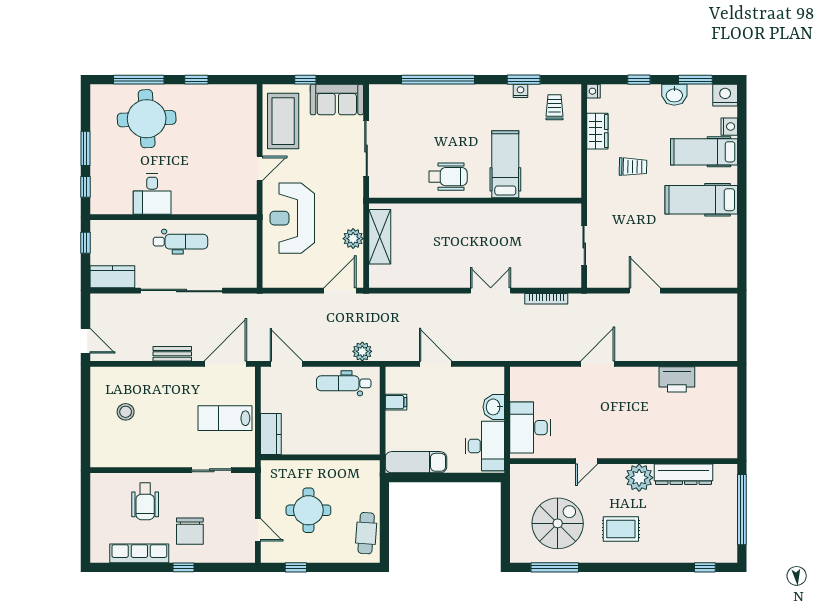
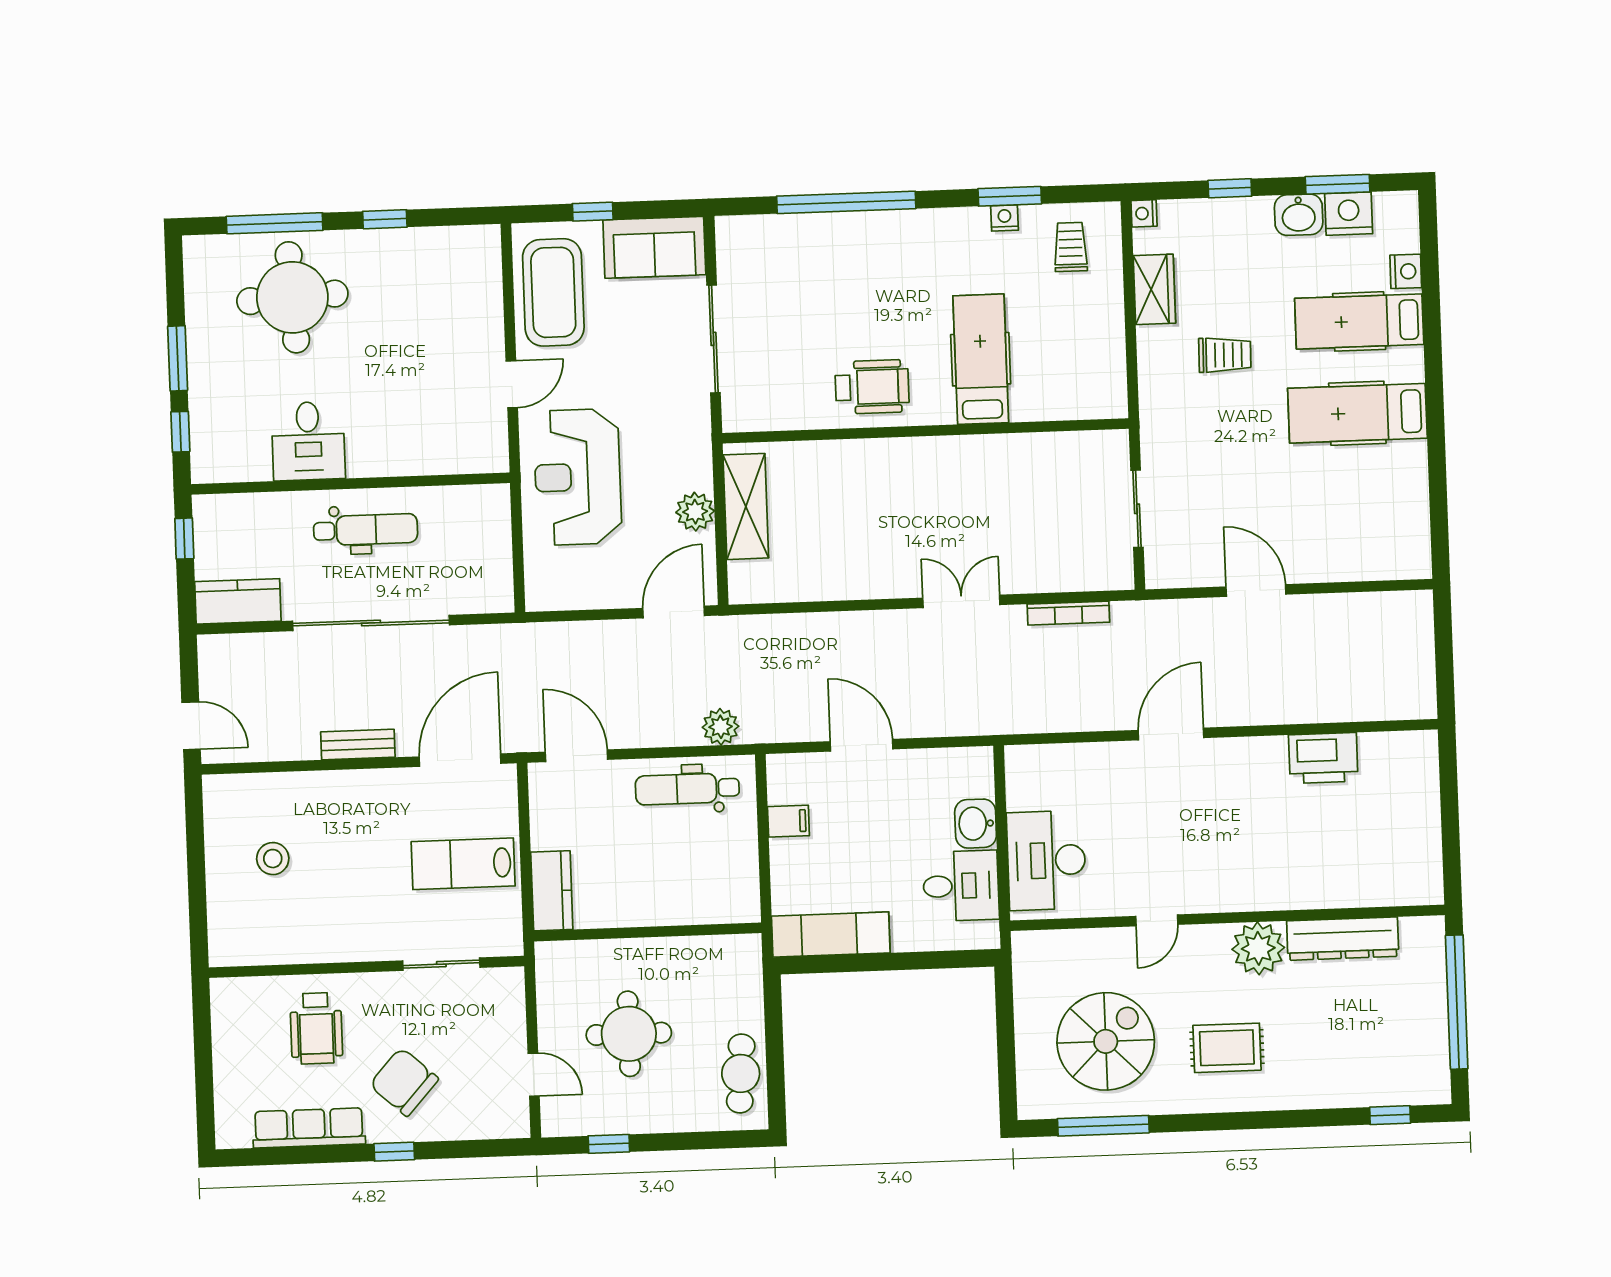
nightstand: (725, 95) -> (1349, 214), moved
desk: (485, 446) -> (961, 886), width x0.73
chair: (190, 531) -> (404, 1082), turned 132

